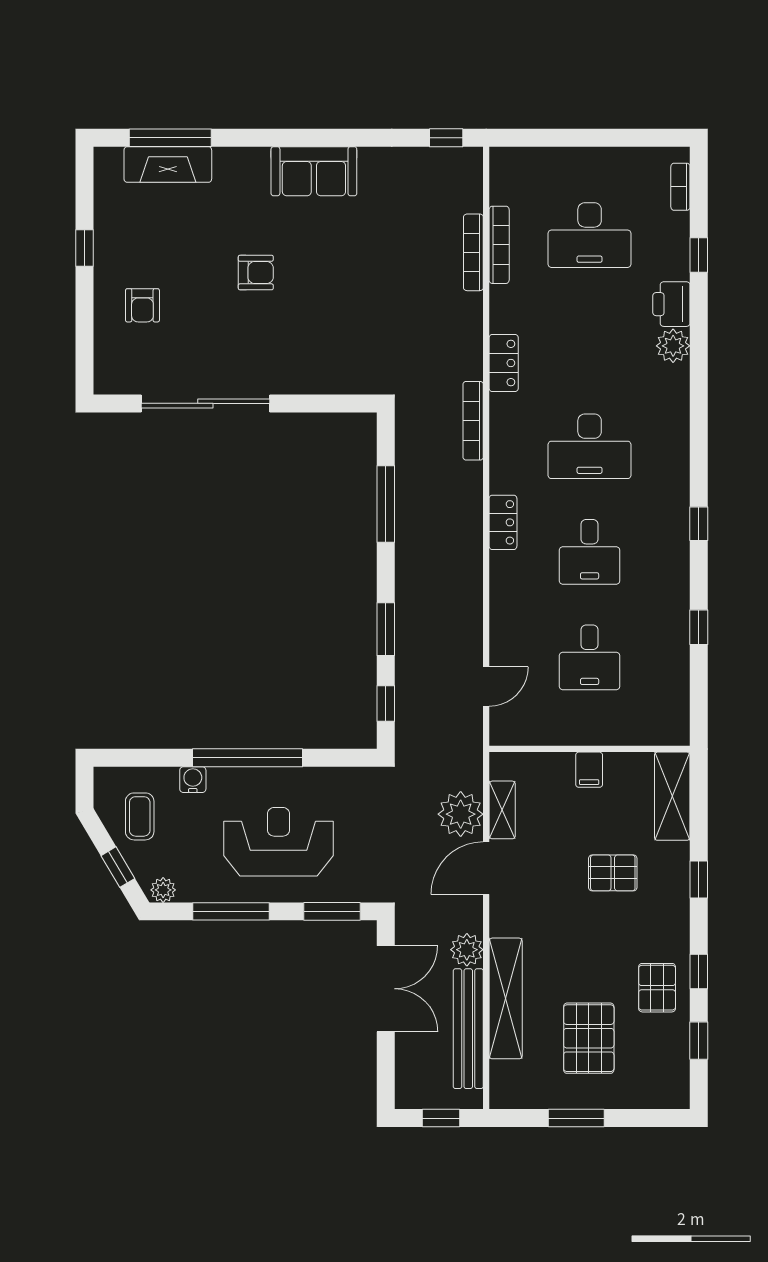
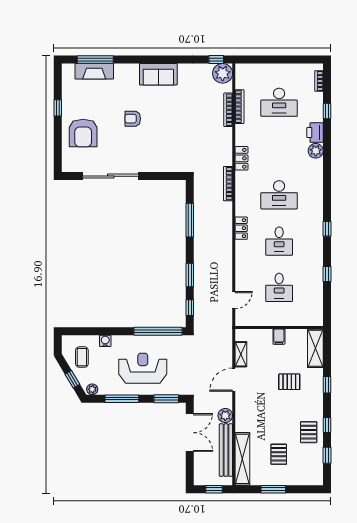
armchair: (256, 273) -> (133, 119), turned 180
armchair: (142, 305) -> (83, 133), width x1.88, depth x1.88
window: (247, 758) -> (158, 331), moved
plant: (461, 814) -> (223, 73), moved
shelving: (506, 998) -> (242, 459), moved
pallet: (589, 1038) -> (279, 454), width x0.67, depth x0.71

